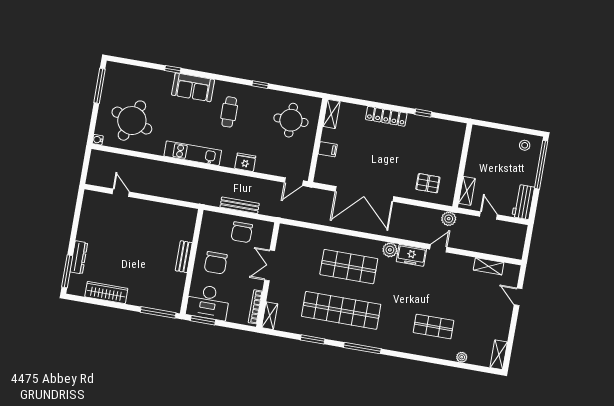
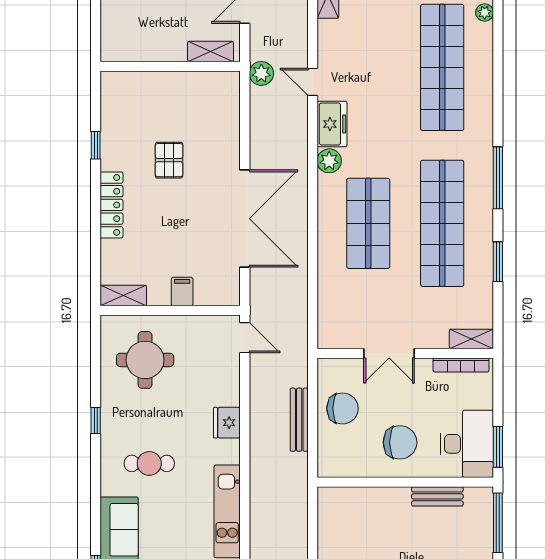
pallet: (428, 183) -> (169, 160), moved
bench: (184, 257) -> (437, 496), moved
shop shelf: (434, 326) -> (442, 67), width x2.00, depth x1.36

